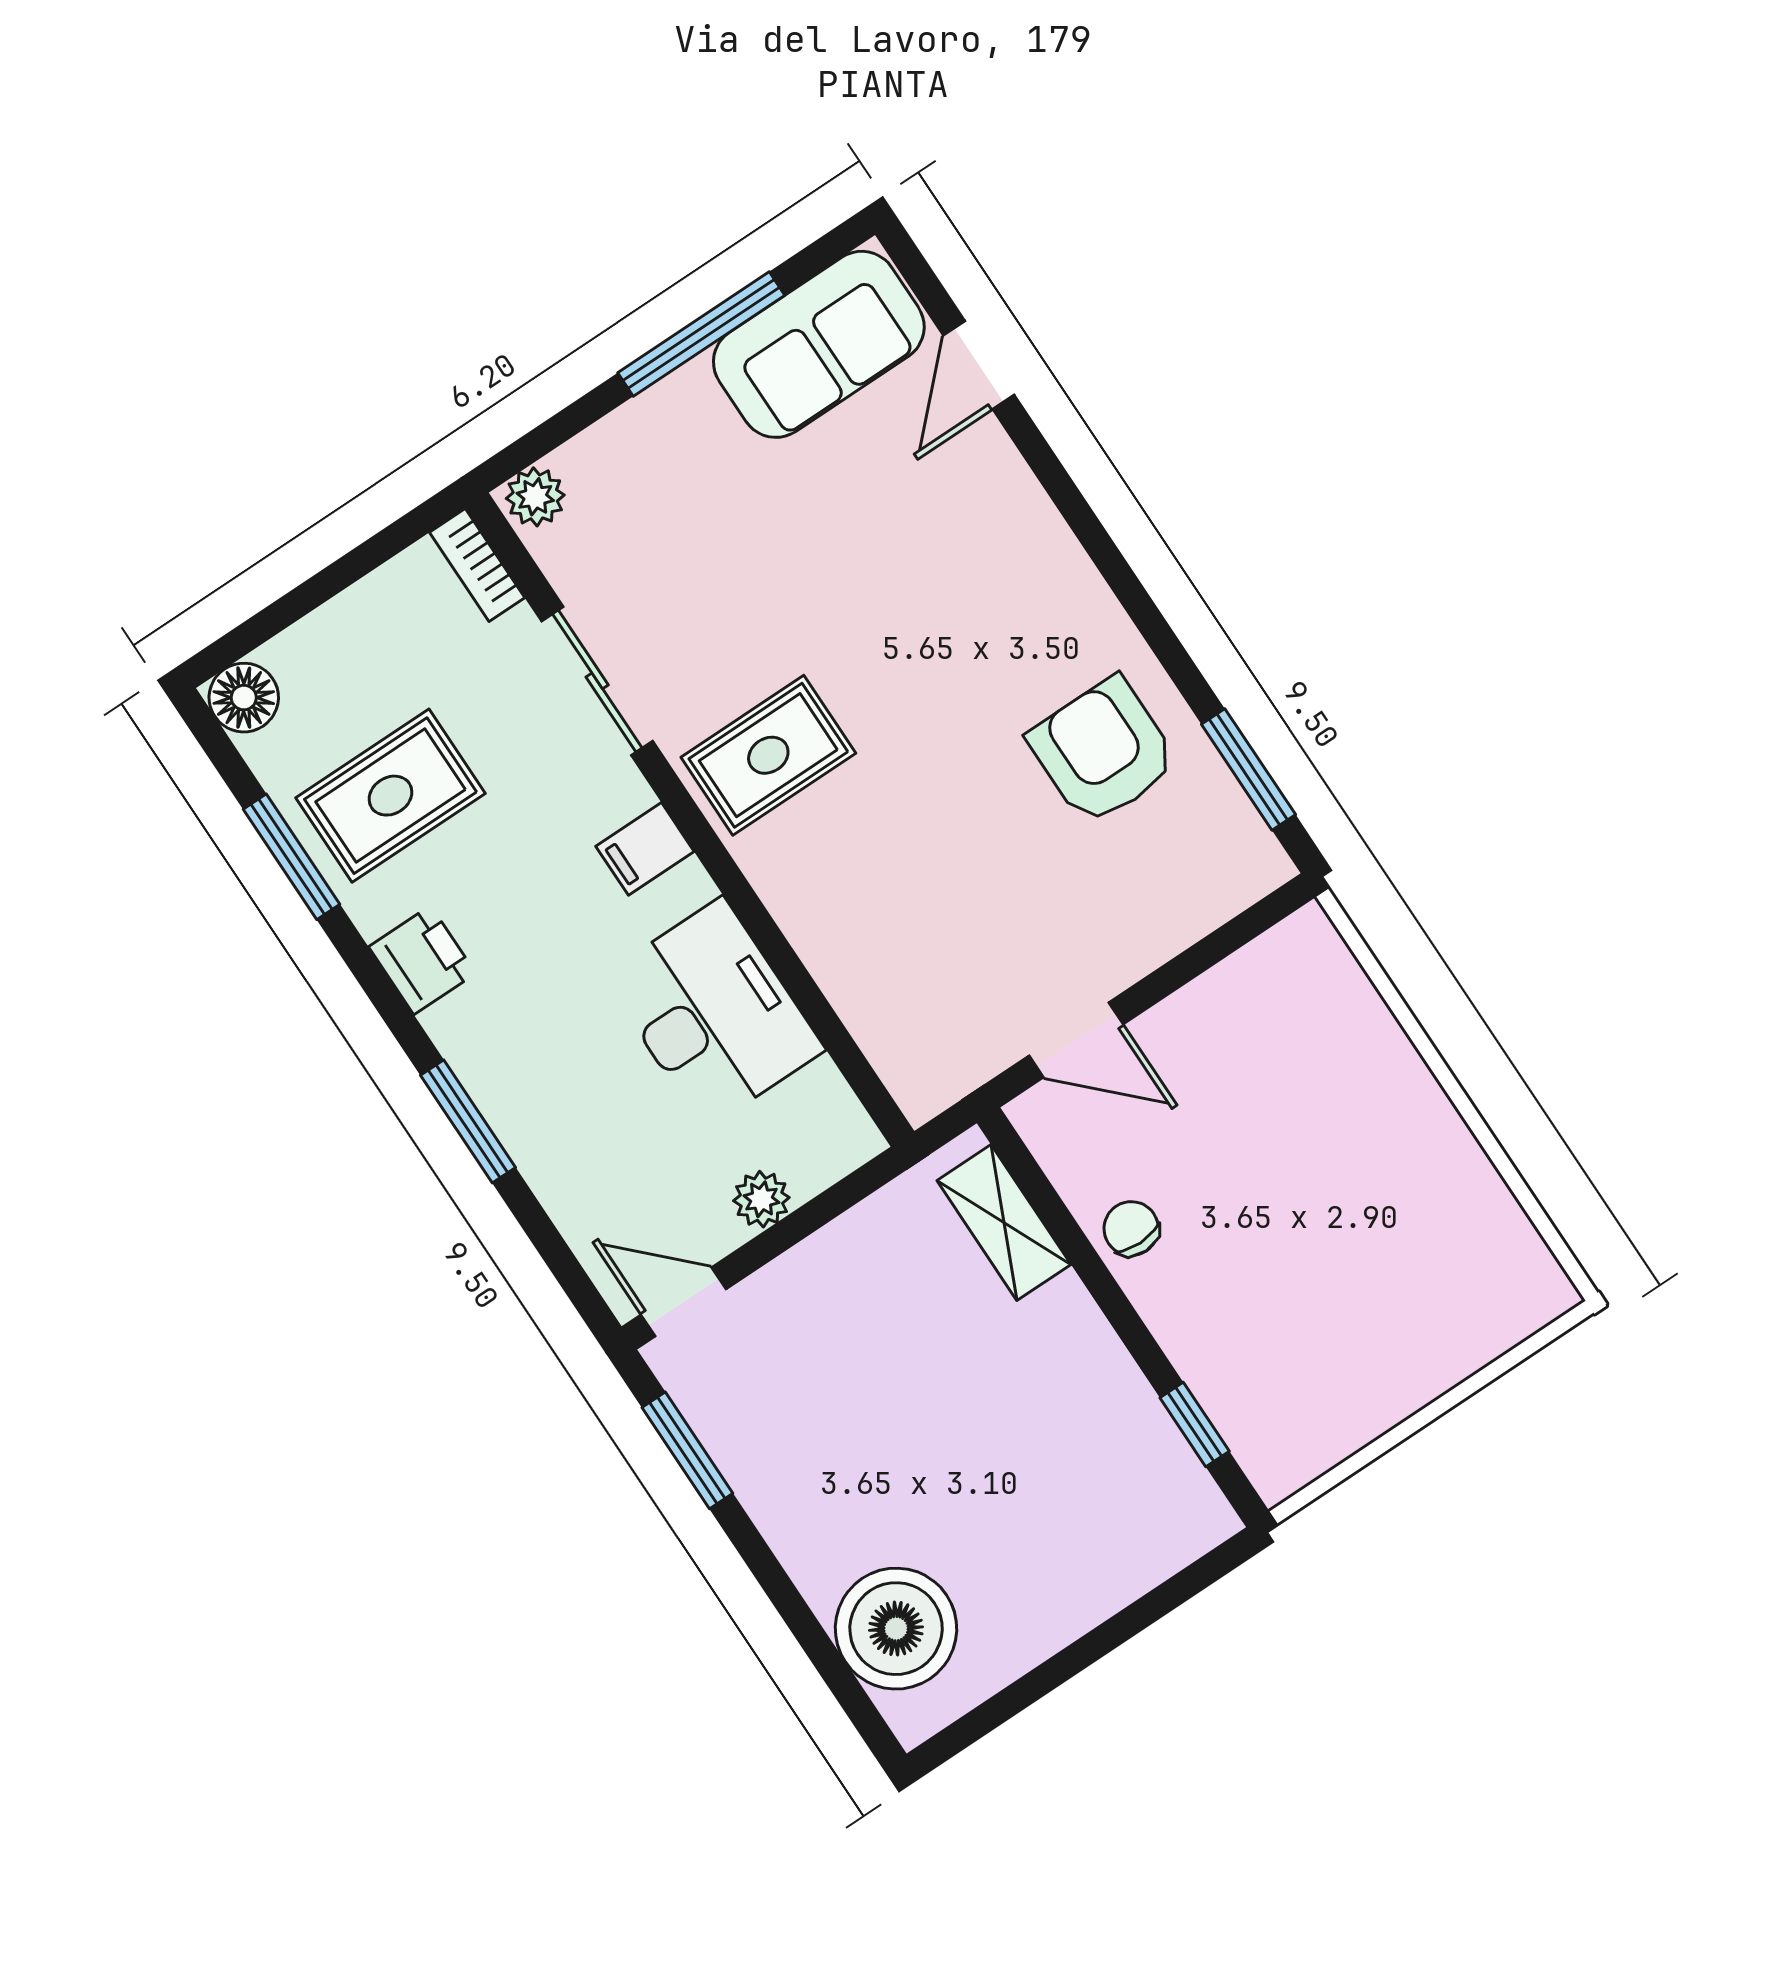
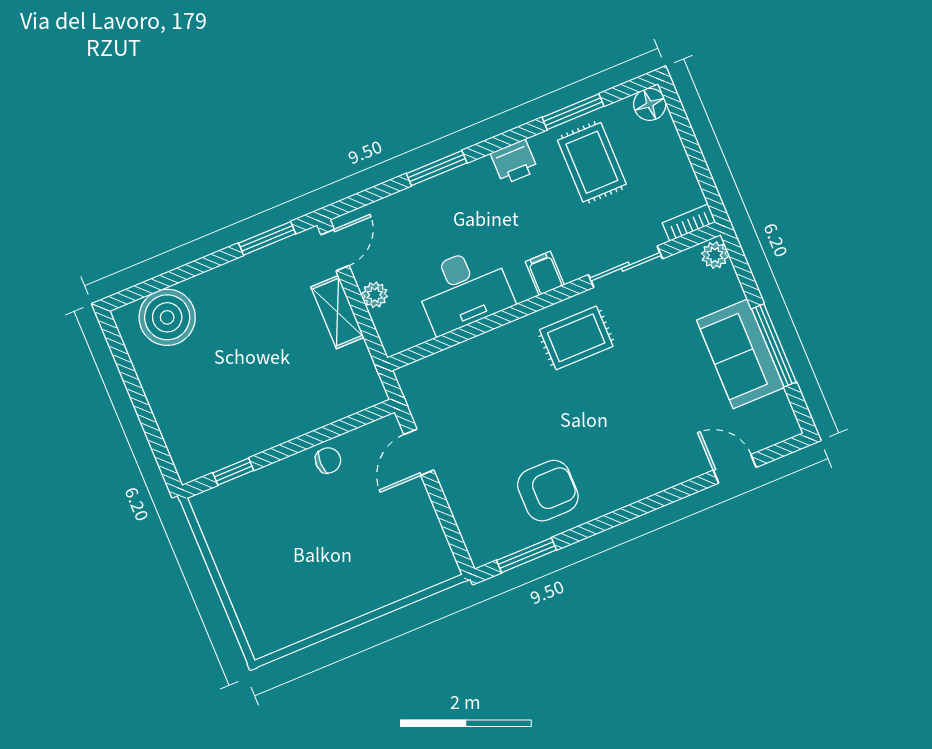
sofa: (819, 344) -> (740, 354), moved
rug: (768, 755) -> (576, 338), turned 90
shelving: (1004, 1223) -> (337, 312), moved, turned 90

